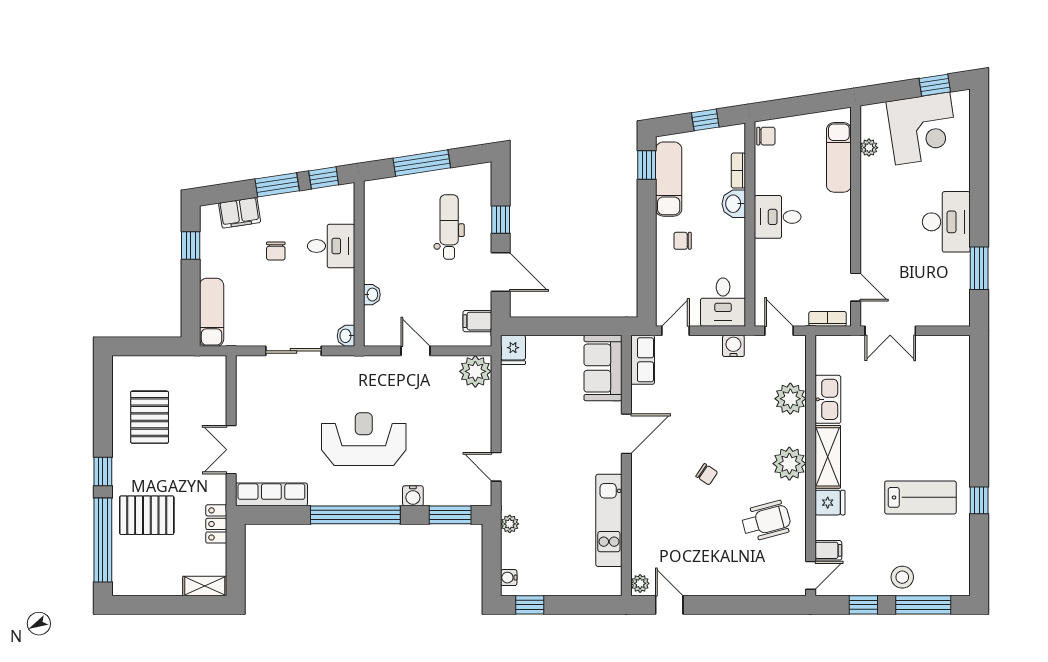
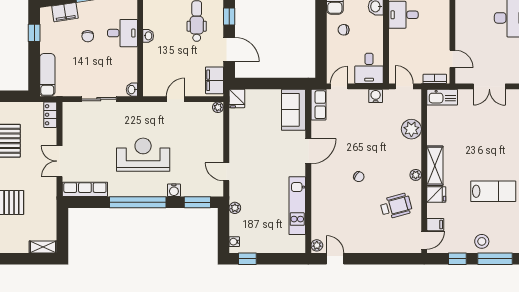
washbasin: (372, 295) -> (148, 36), moved
filing cabinet: (477, 321) -> (215, 80), width x2.00
double door: (890, 331) -> (489, 86), moved
door: (415, 351) -> (176, 99), hinge flipped
plant: (475, 371) -> (218, 107), width x0.53, depth x0.53
kitchen sink: (828, 399) -> (442, 97), moved, turned 90
plant: (789, 464) -> (416, 175), width x0.53, depth x0.53
locker: (216, 524) -> (50, 115), moved

